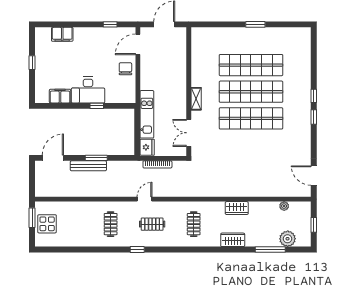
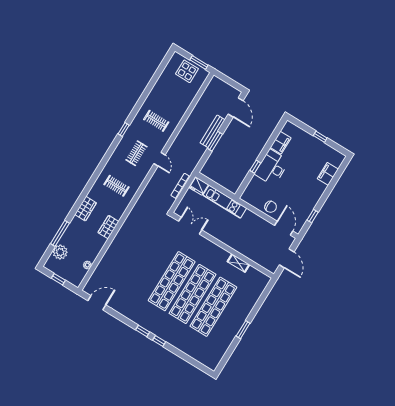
shelving: (196, 99) -> (238, 263), moved

